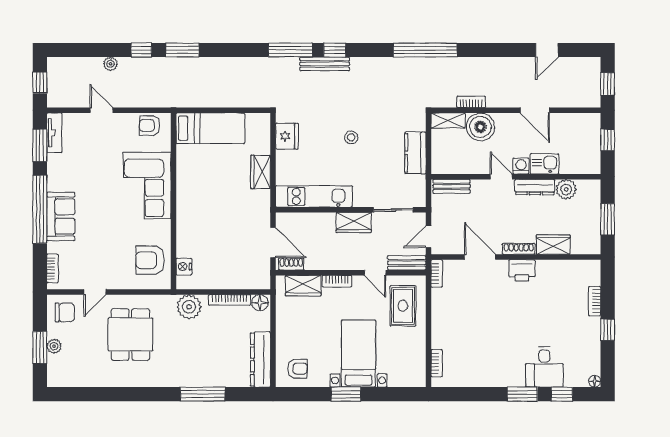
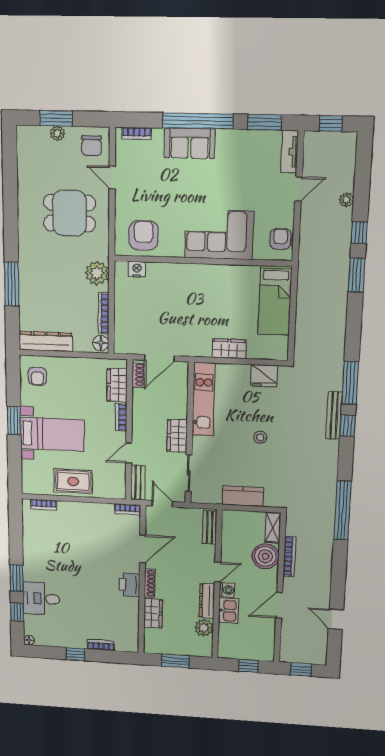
bookcase: (471, 102) -> (289, 557), width x1.56
tv unit: (54, 133) -> (289, 152), moved, turned 90
rug: (403, 306) -> (73, 481), moved

